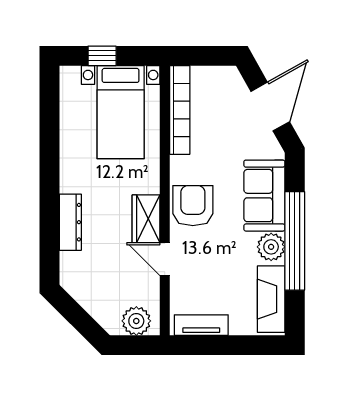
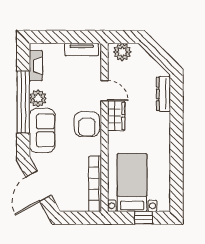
dresser: (70, 222) -> (163, 94), moved
fireplace: (271, 299) -> (36, 66), width x0.73, depth x0.76

